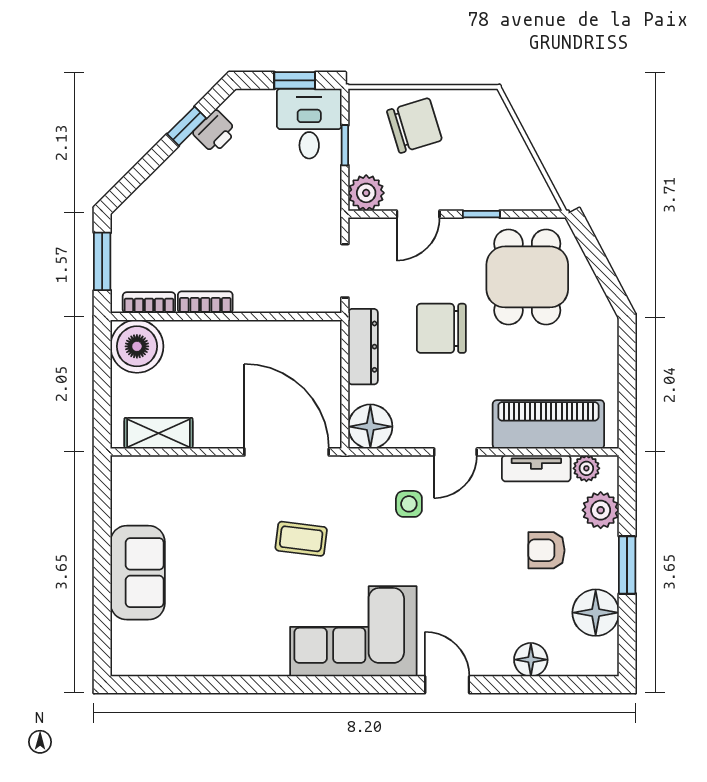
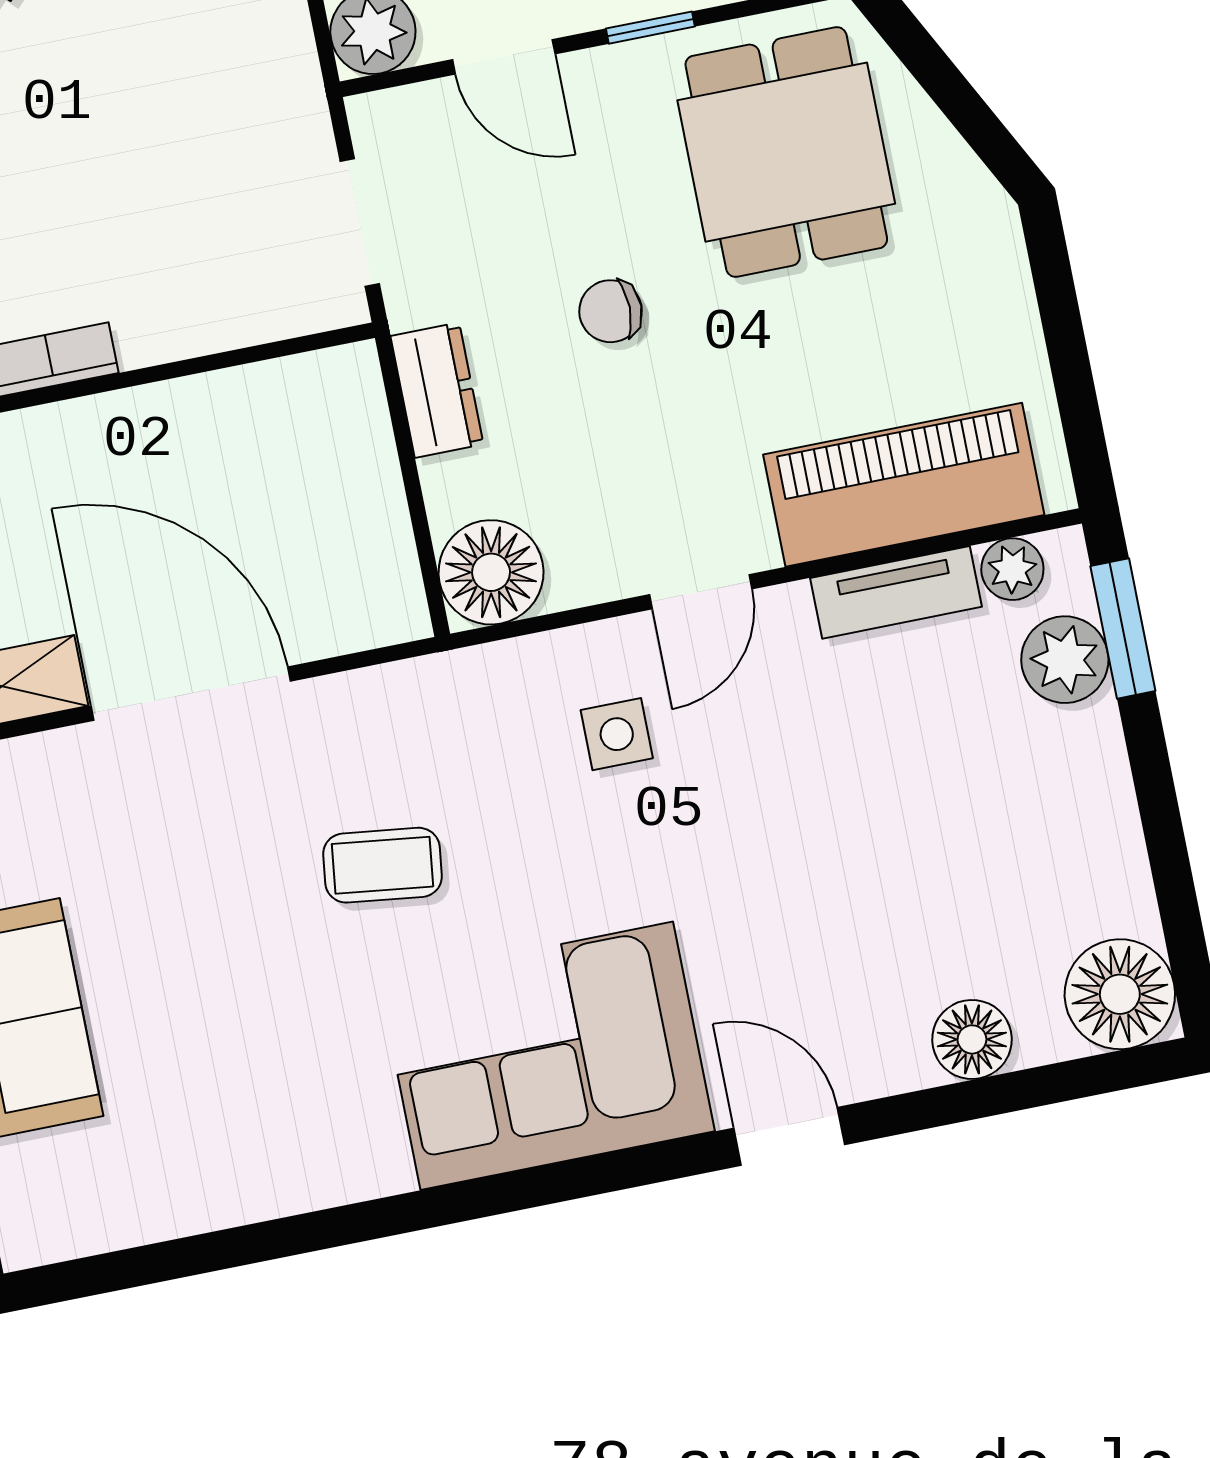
door: (418, 214) -> (504, 57), hinge flipped
chair: (441, 328) -> (610, 311), width x0.54, depth x0.54
dresser: (363, 347) -> (437, 390), width x0.70
door: (287, 452) -> (191, 694), moved
armchair: (546, 550) -> (958, 778), removed
window: (627, 565) -> (1123, 629), moved
floor lamp: (596, 613) -> (1120, 994), moved

